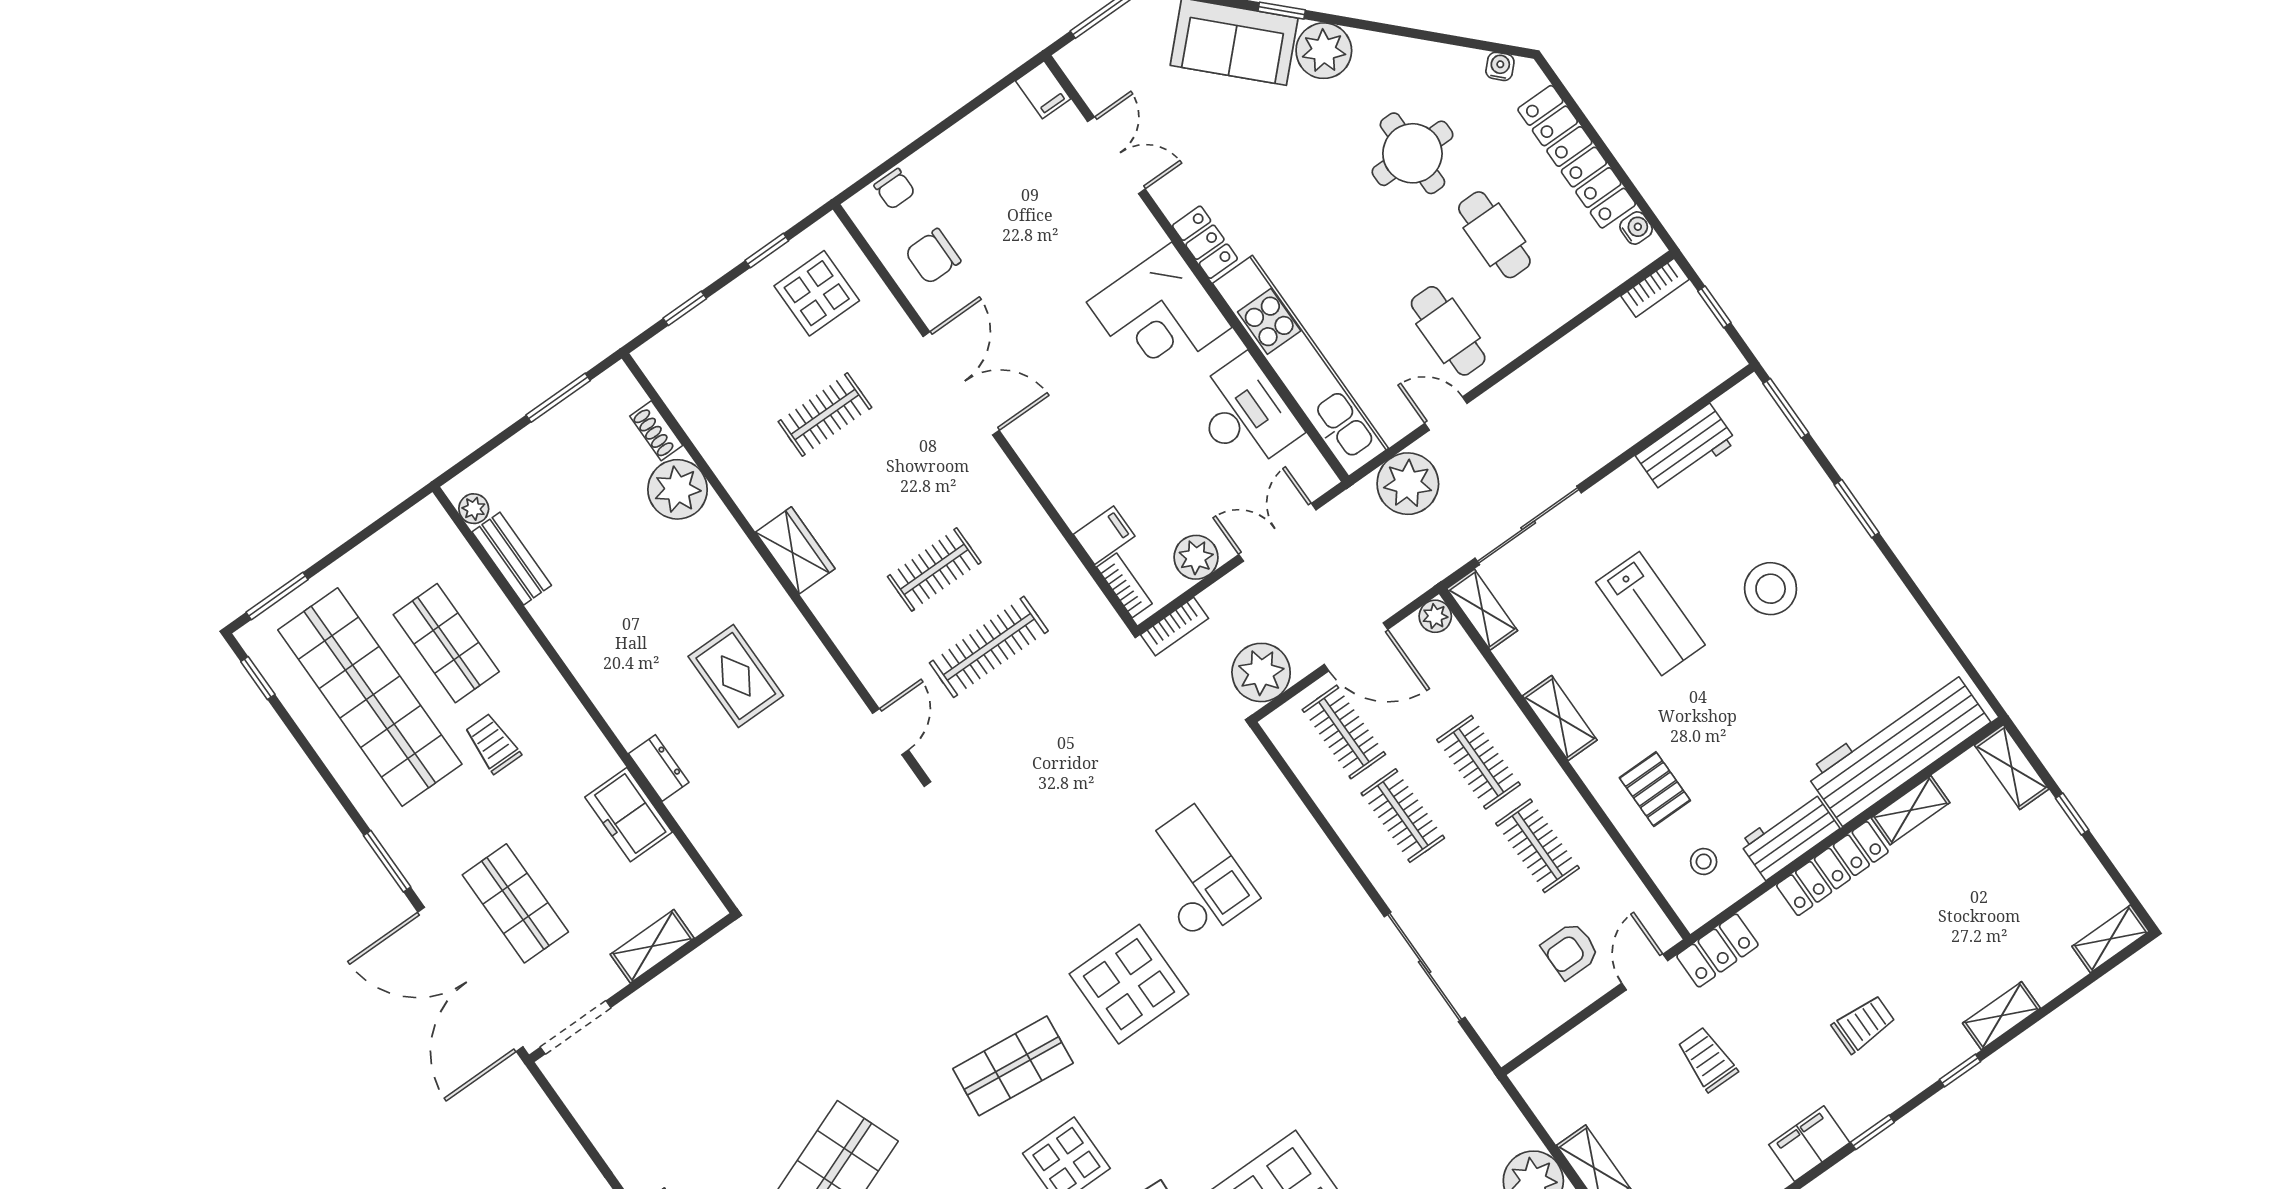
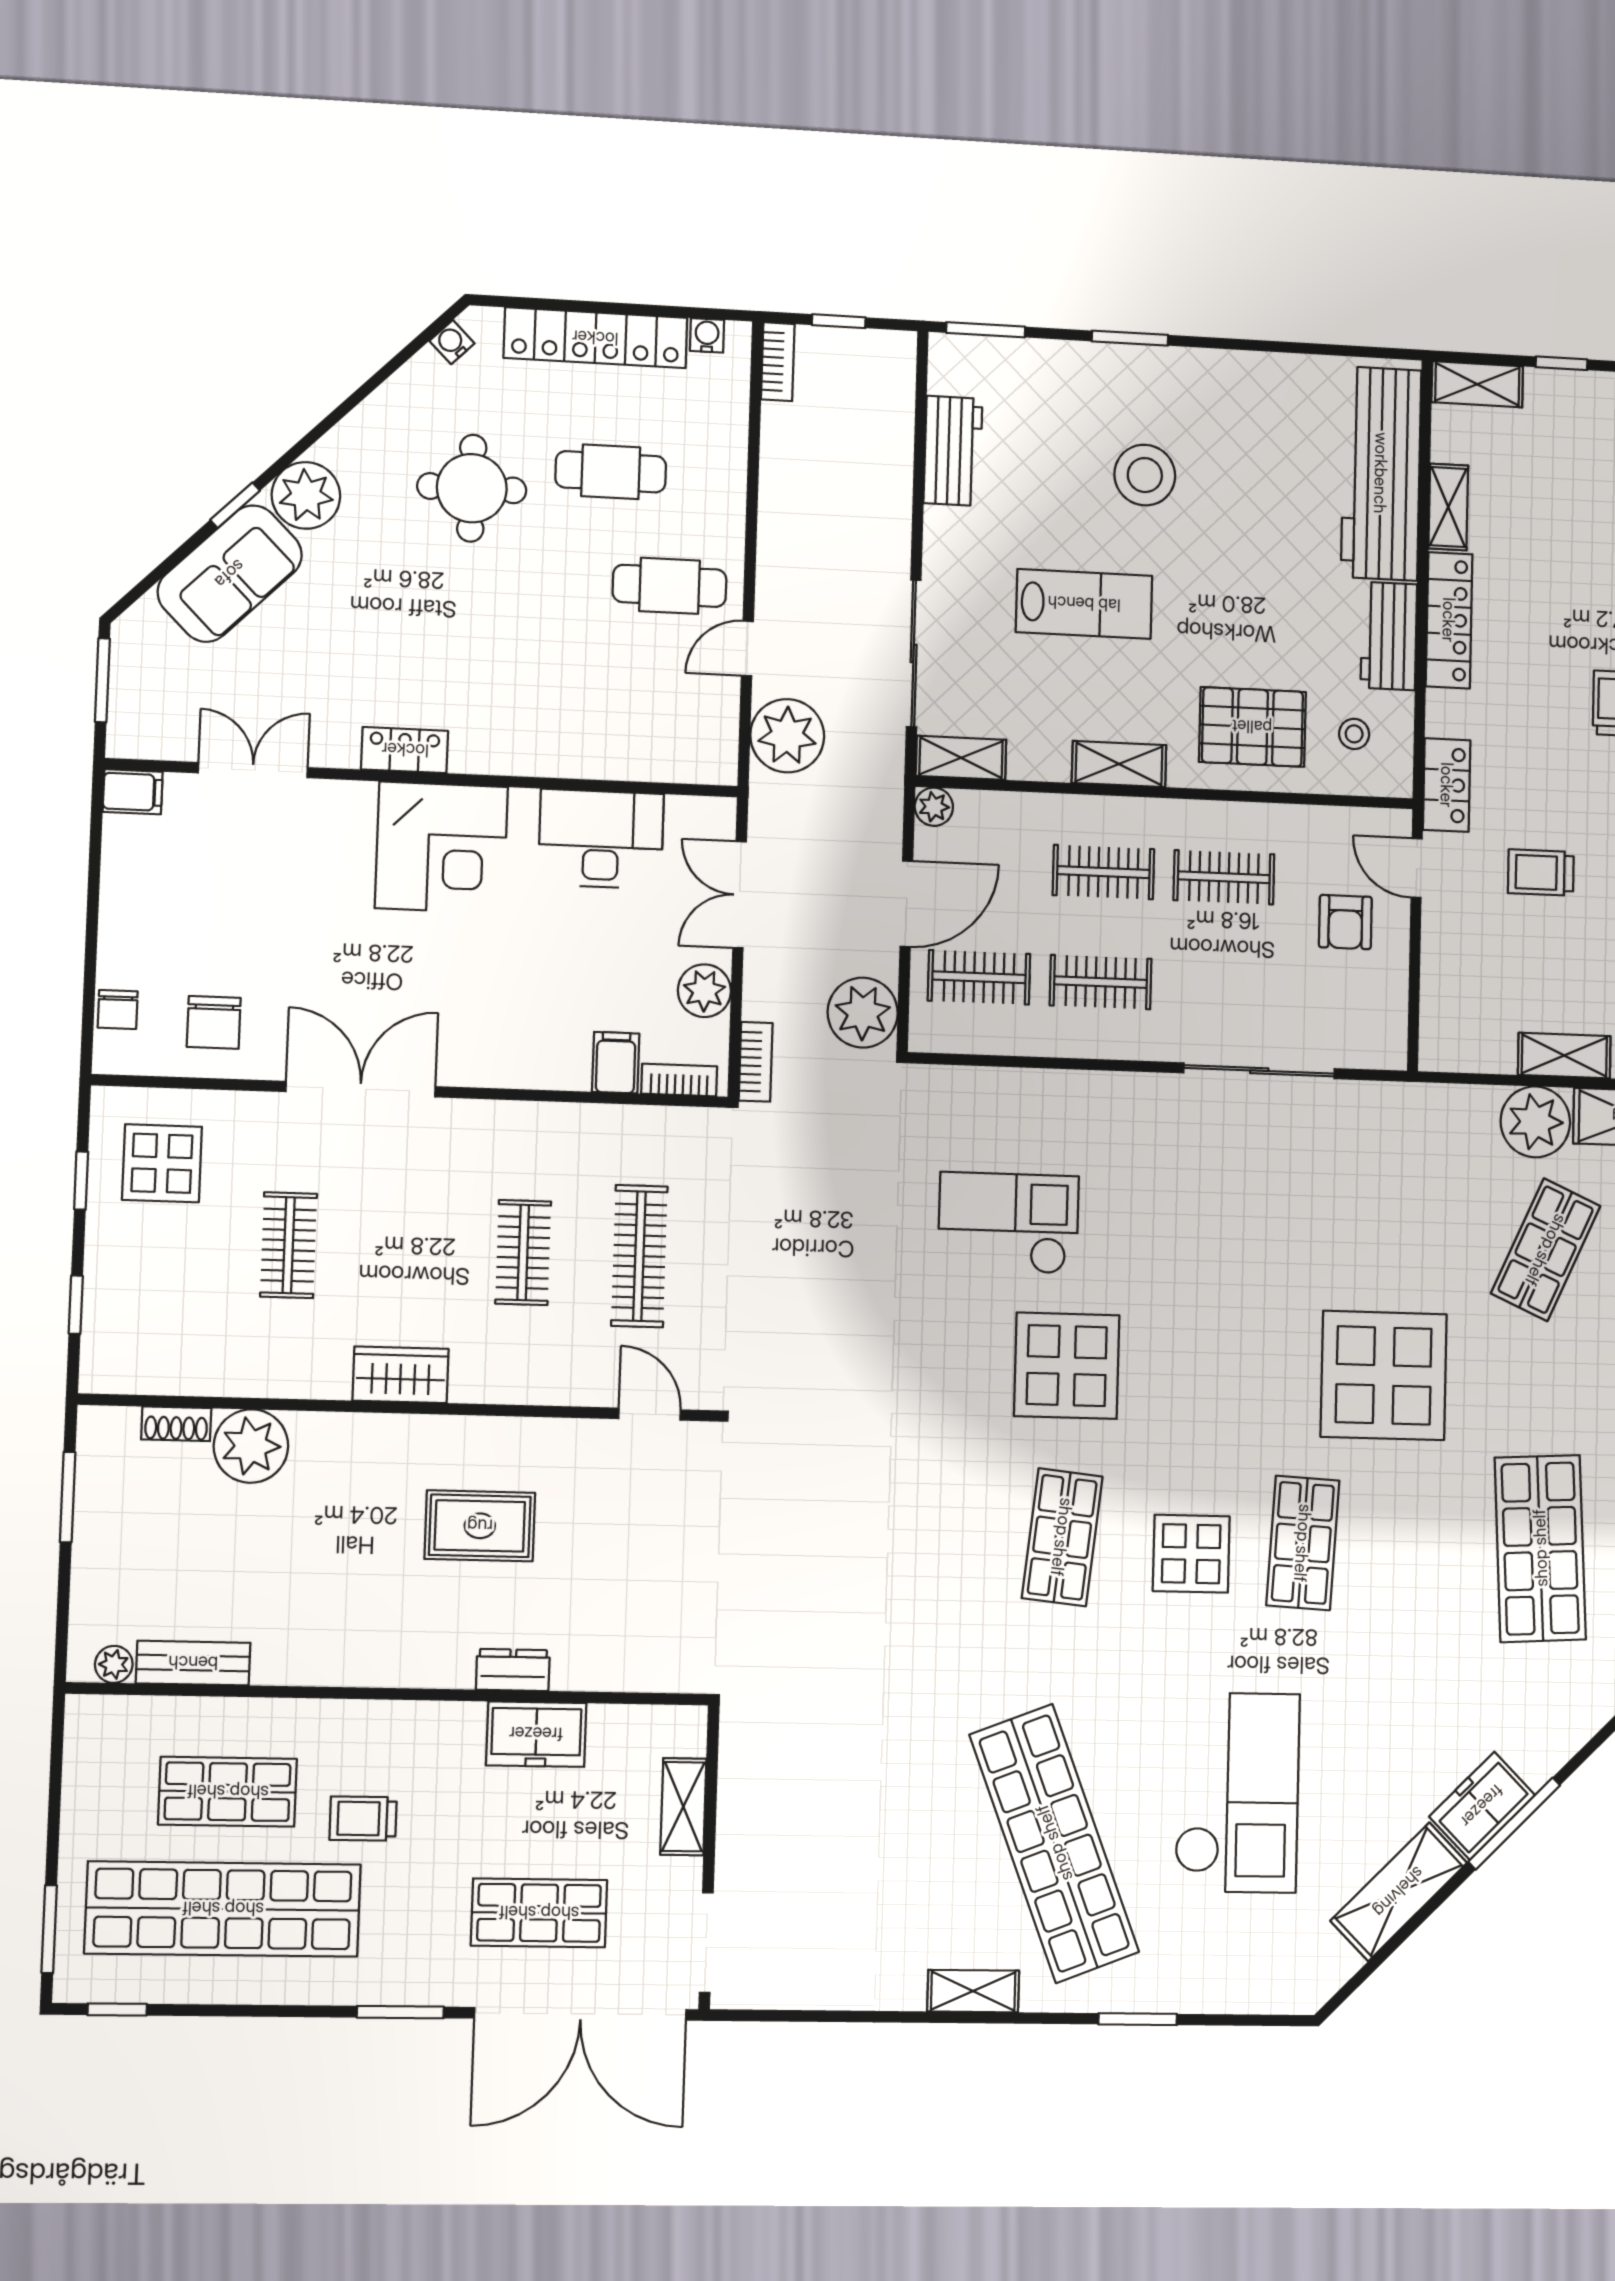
chair: (895, 189) -> (118, 1010), turned 90
kitchen unit: (1300, 366) -> (595, 751), removed
pallet: (1655, 789) -> (1252, 727), width x1.50, depth x1.42

